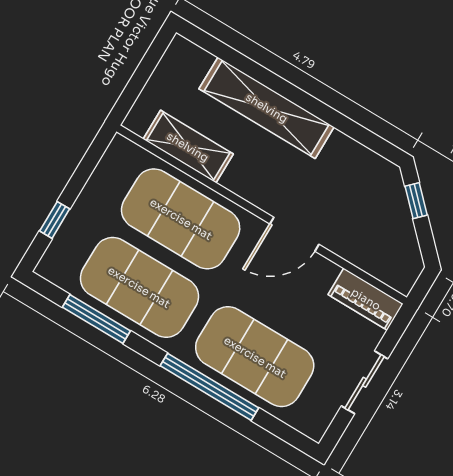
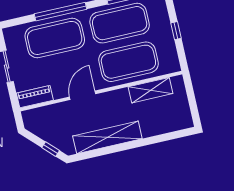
shelving: (267, 108) -> (107, 137), moved
window: (55, 220) -> (176, 31), moved

